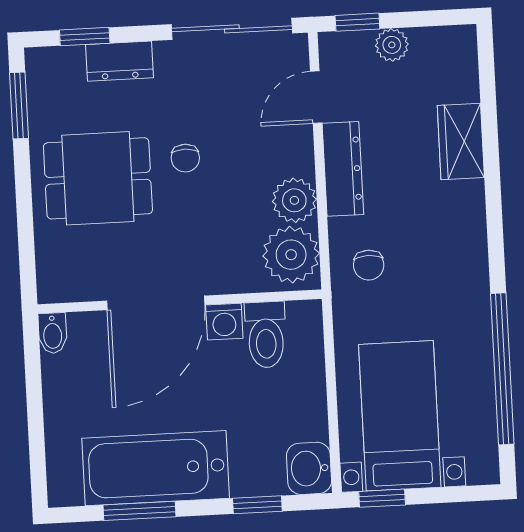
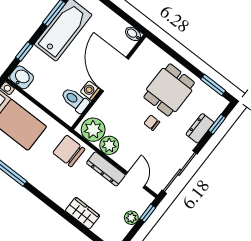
chair: (369, 265) -> (69, 151), width x1.87, depth x1.87

